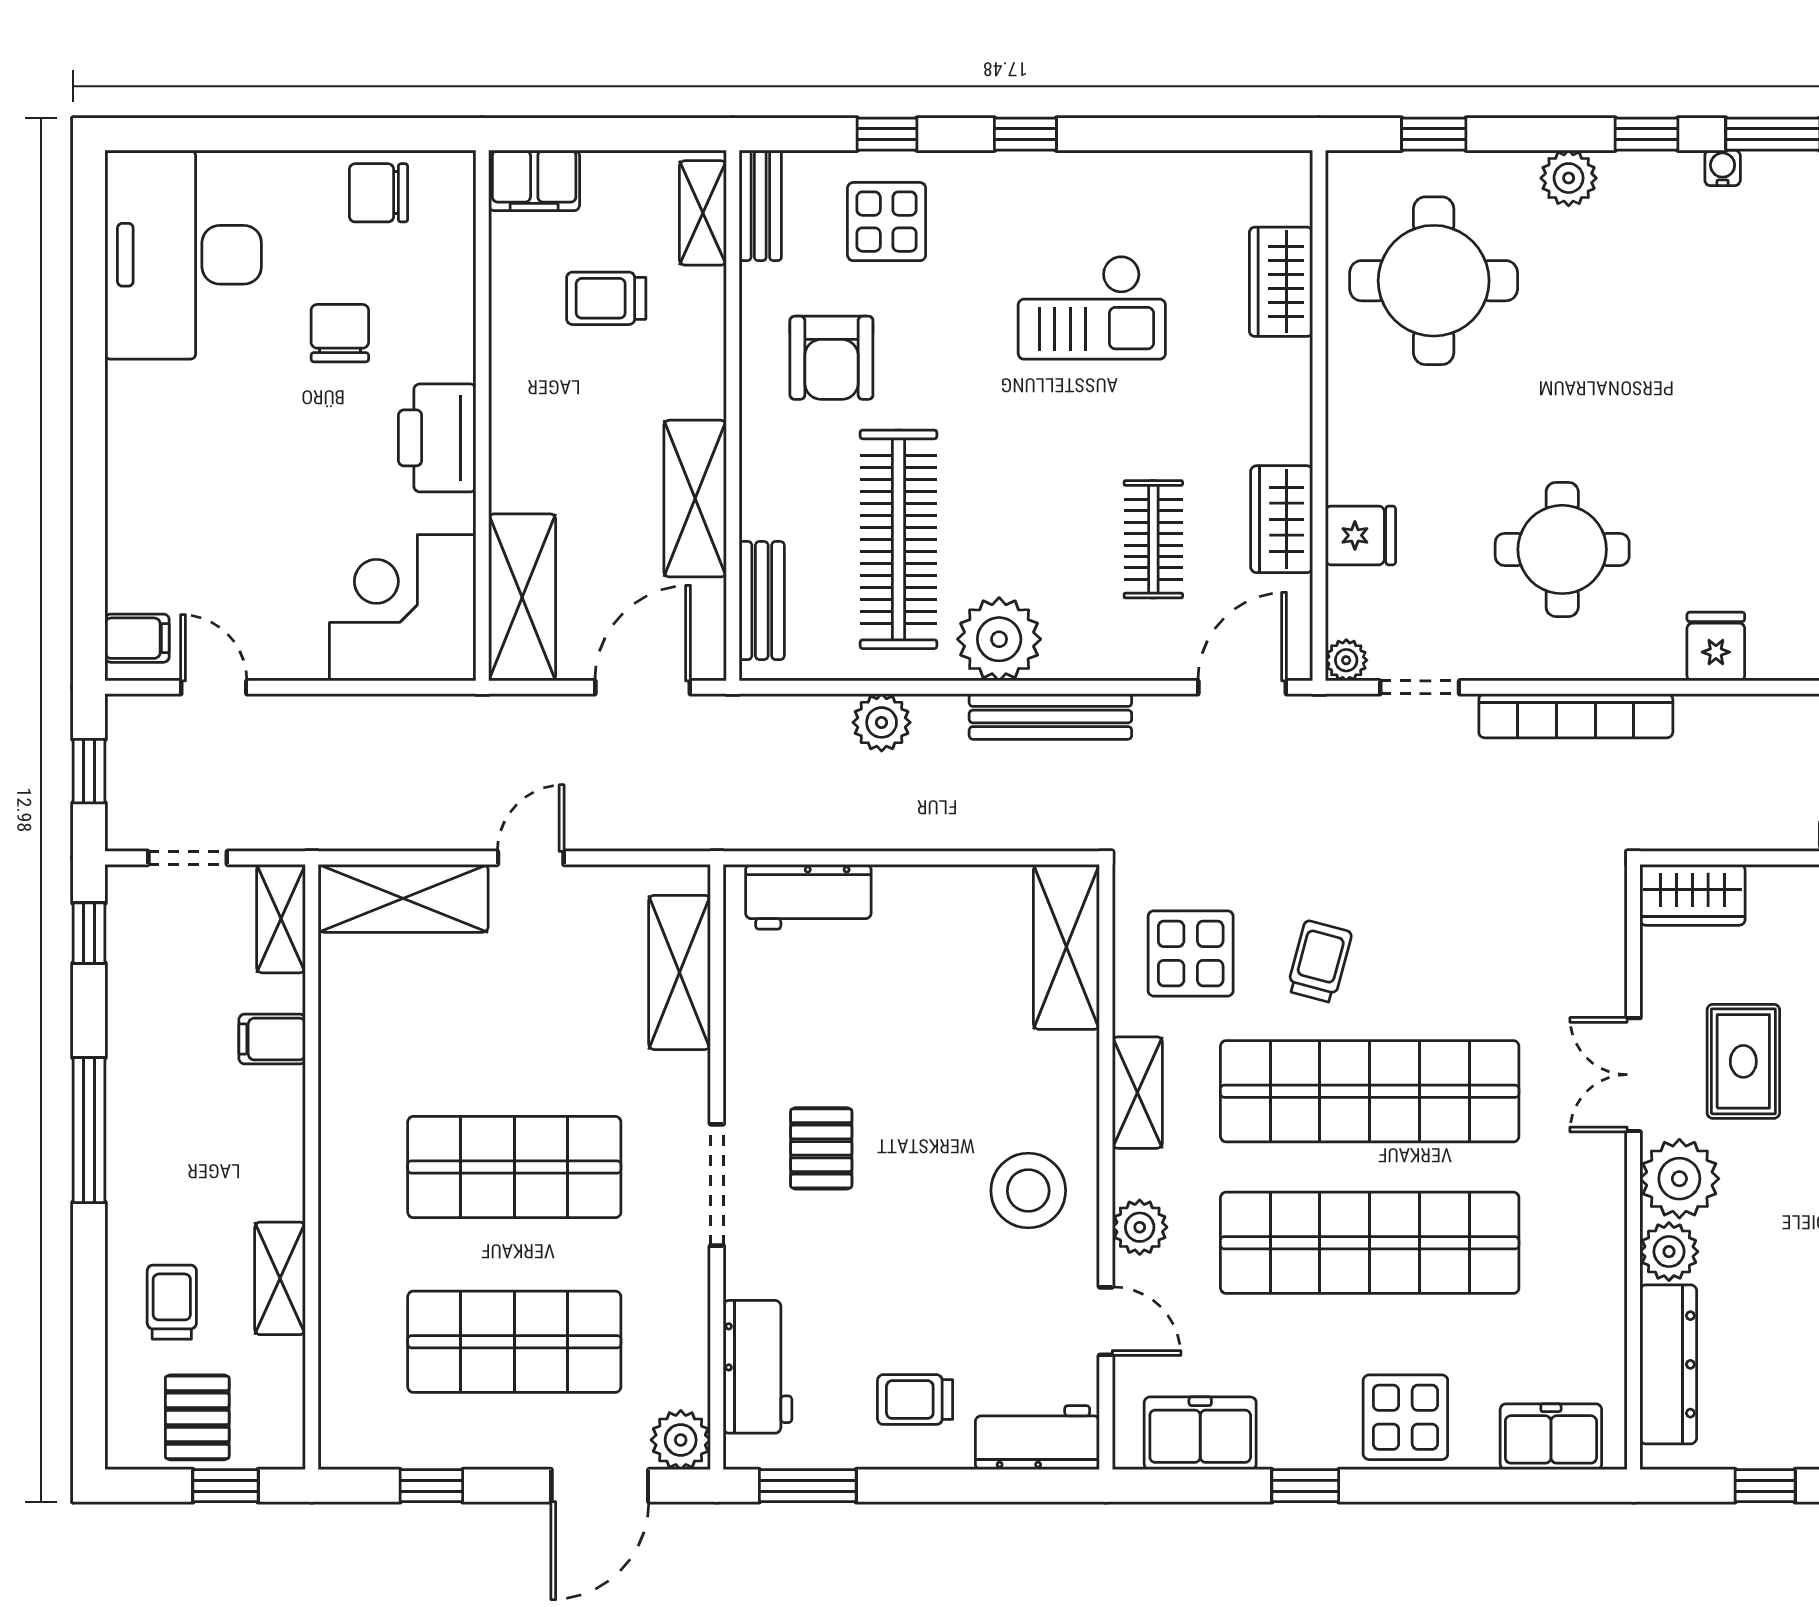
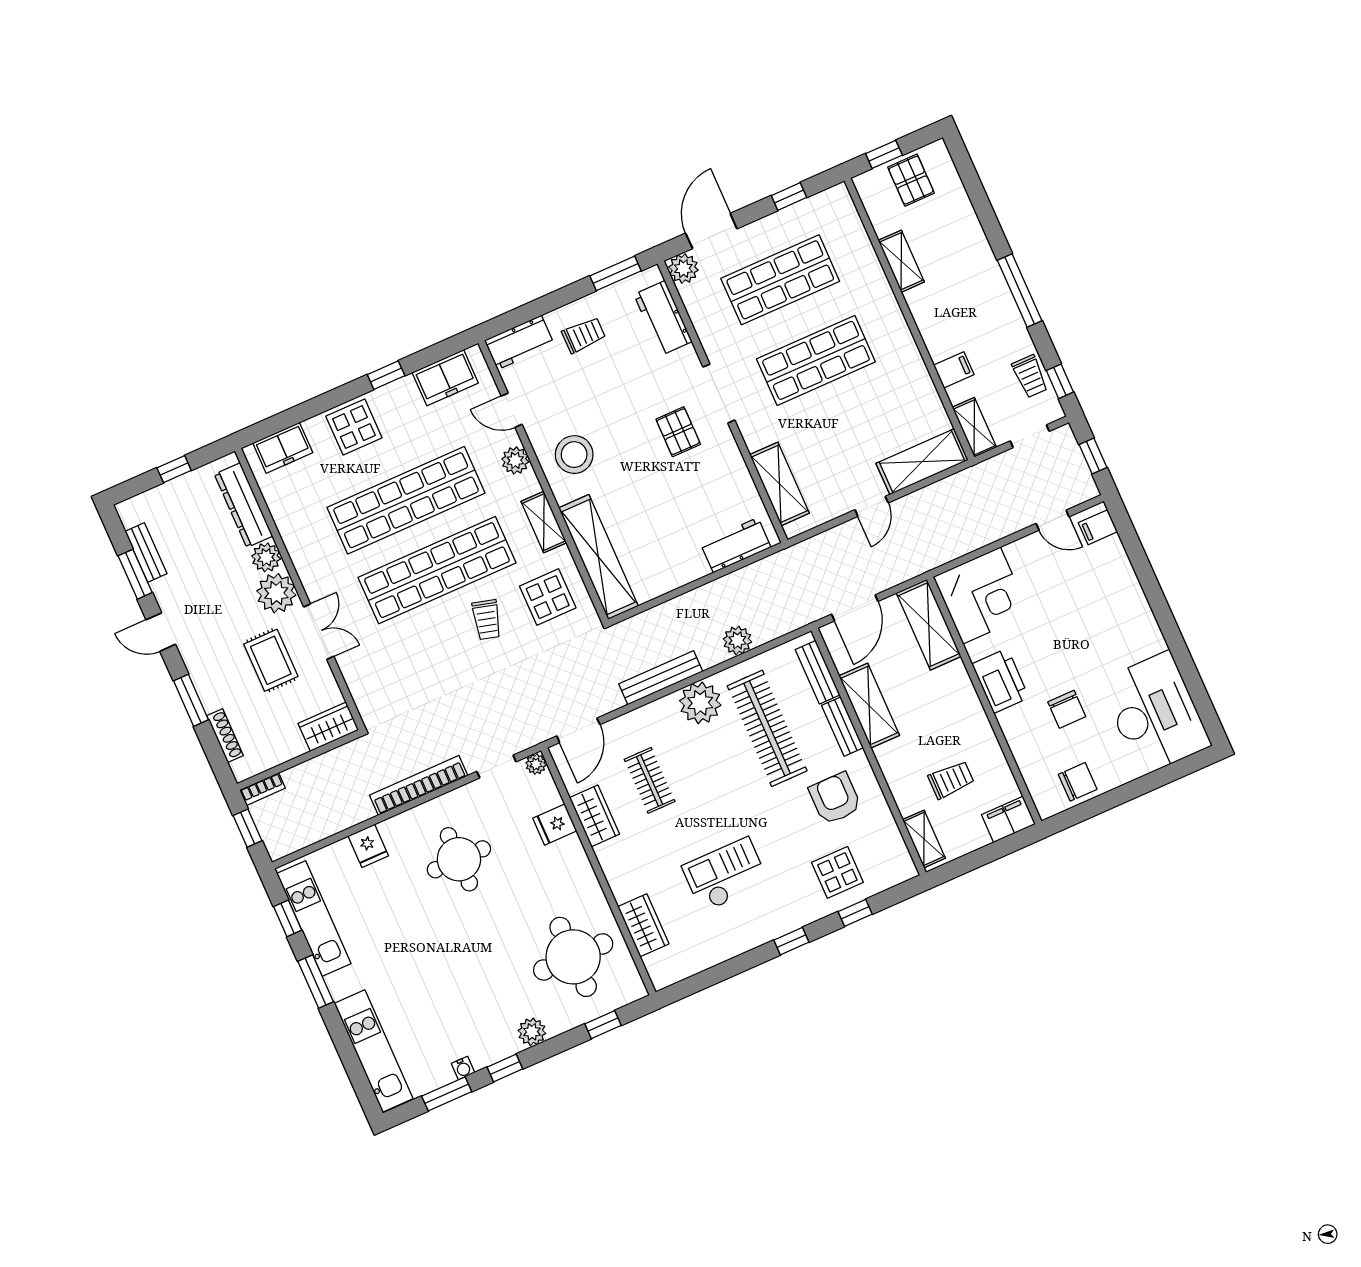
bench: (760, 205) -> (842, 727), moved
shelving: (1066, 947) -> (598, 557), width x1.47
trolley: (172, 1302) -> (1030, 376), moved

